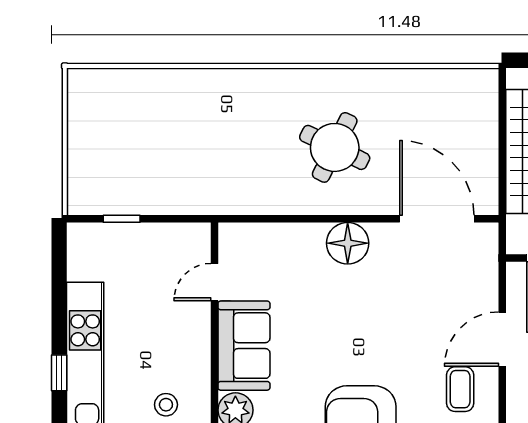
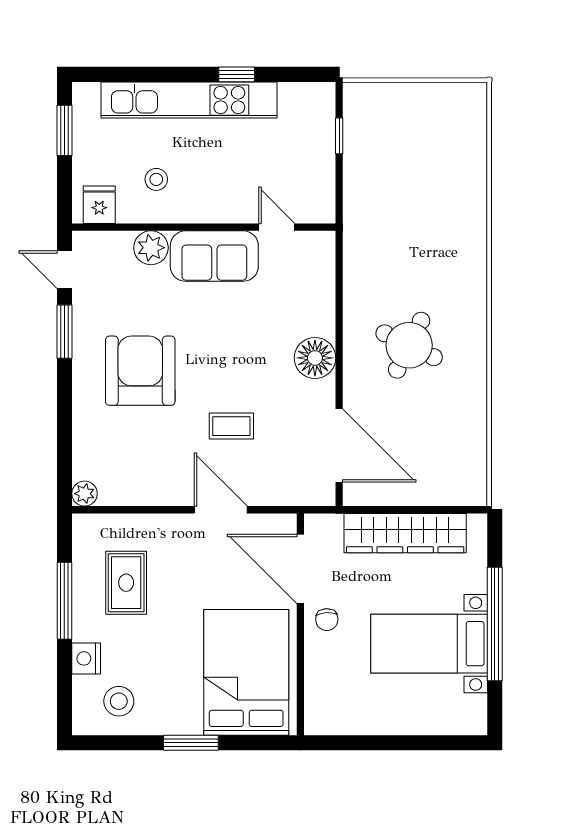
door: (437, 219) -> (339, 446), hinge flipped
window: (59, 373) -> (237, 74), moved
coffee table: (460, 389) -> (231, 426), moved

